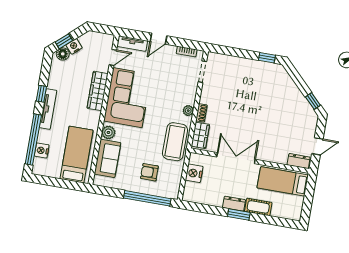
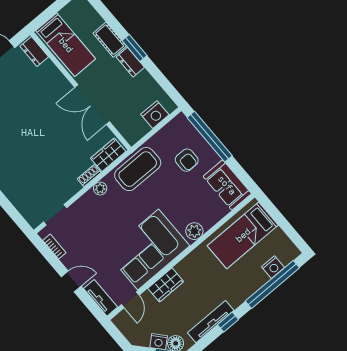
door: (113, 57) -> (130, 300), swing flipped
wardrobe: (98, 91) -> (166, 285), width x0.67
tv unit: (48, 109) -> (211, 322), moved
sofa: (108, 158) -> (227, 185), moved, turned -90
nightstand: (194, 173) -> (155, 115), moved

